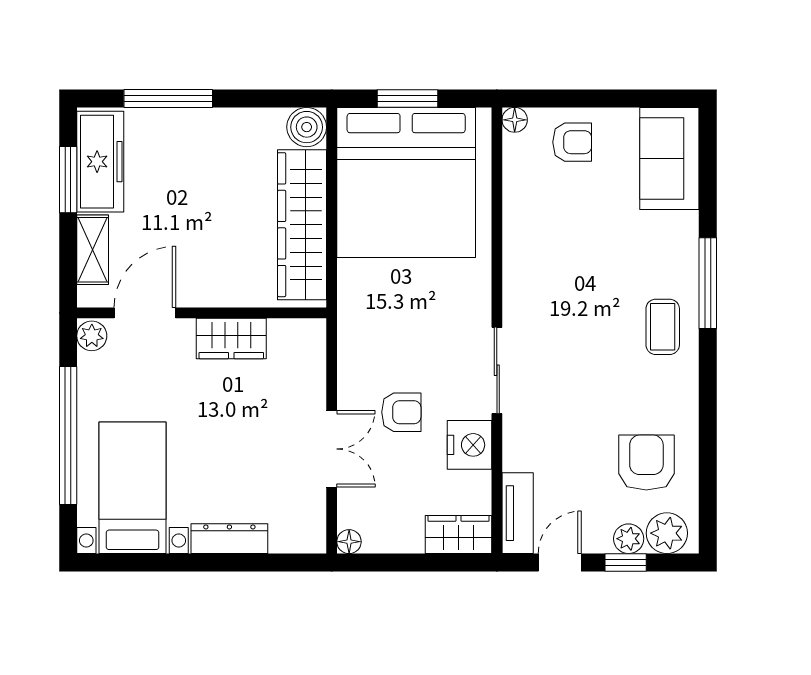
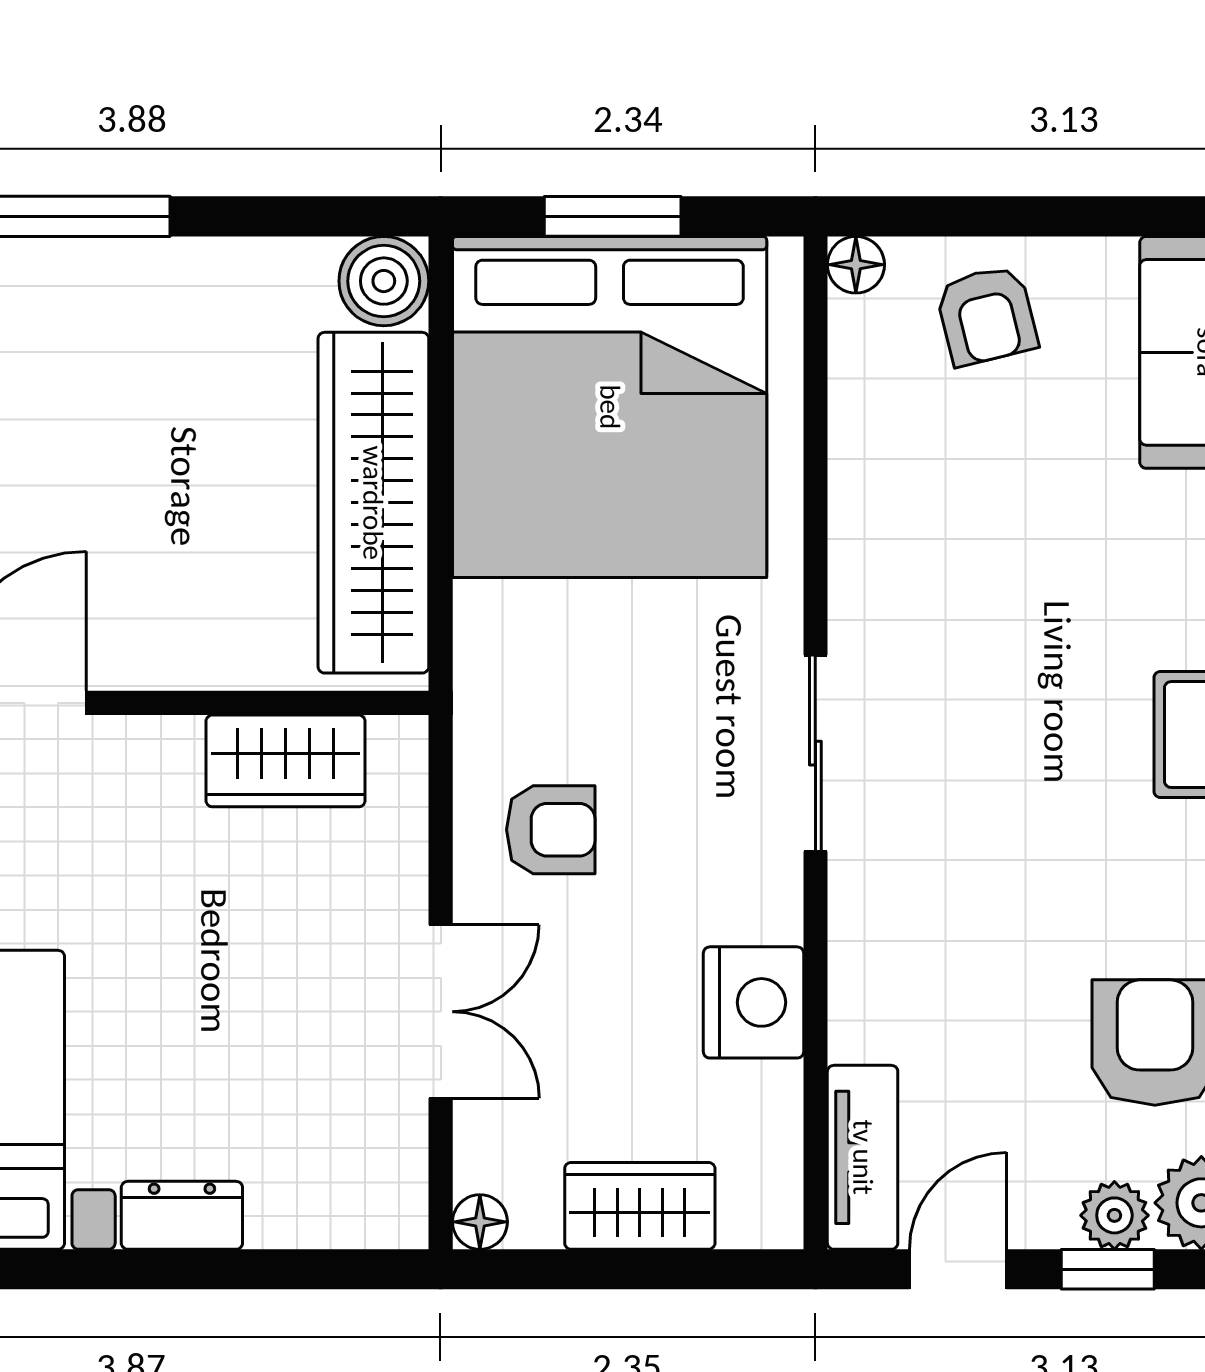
armchair: (572, 142) -> (987, 315), turned 76
wardrobe: (231, 338) -> (286, 761), moved
sliding door: (497, 370) -> (815, 753), moved
armchair: (401, 412) -> (551, 830), moved
wardrobe: (459, 534) -> (640, 1206), moved
dresser: (229, 539) -> (182, 1215), width x0.70

